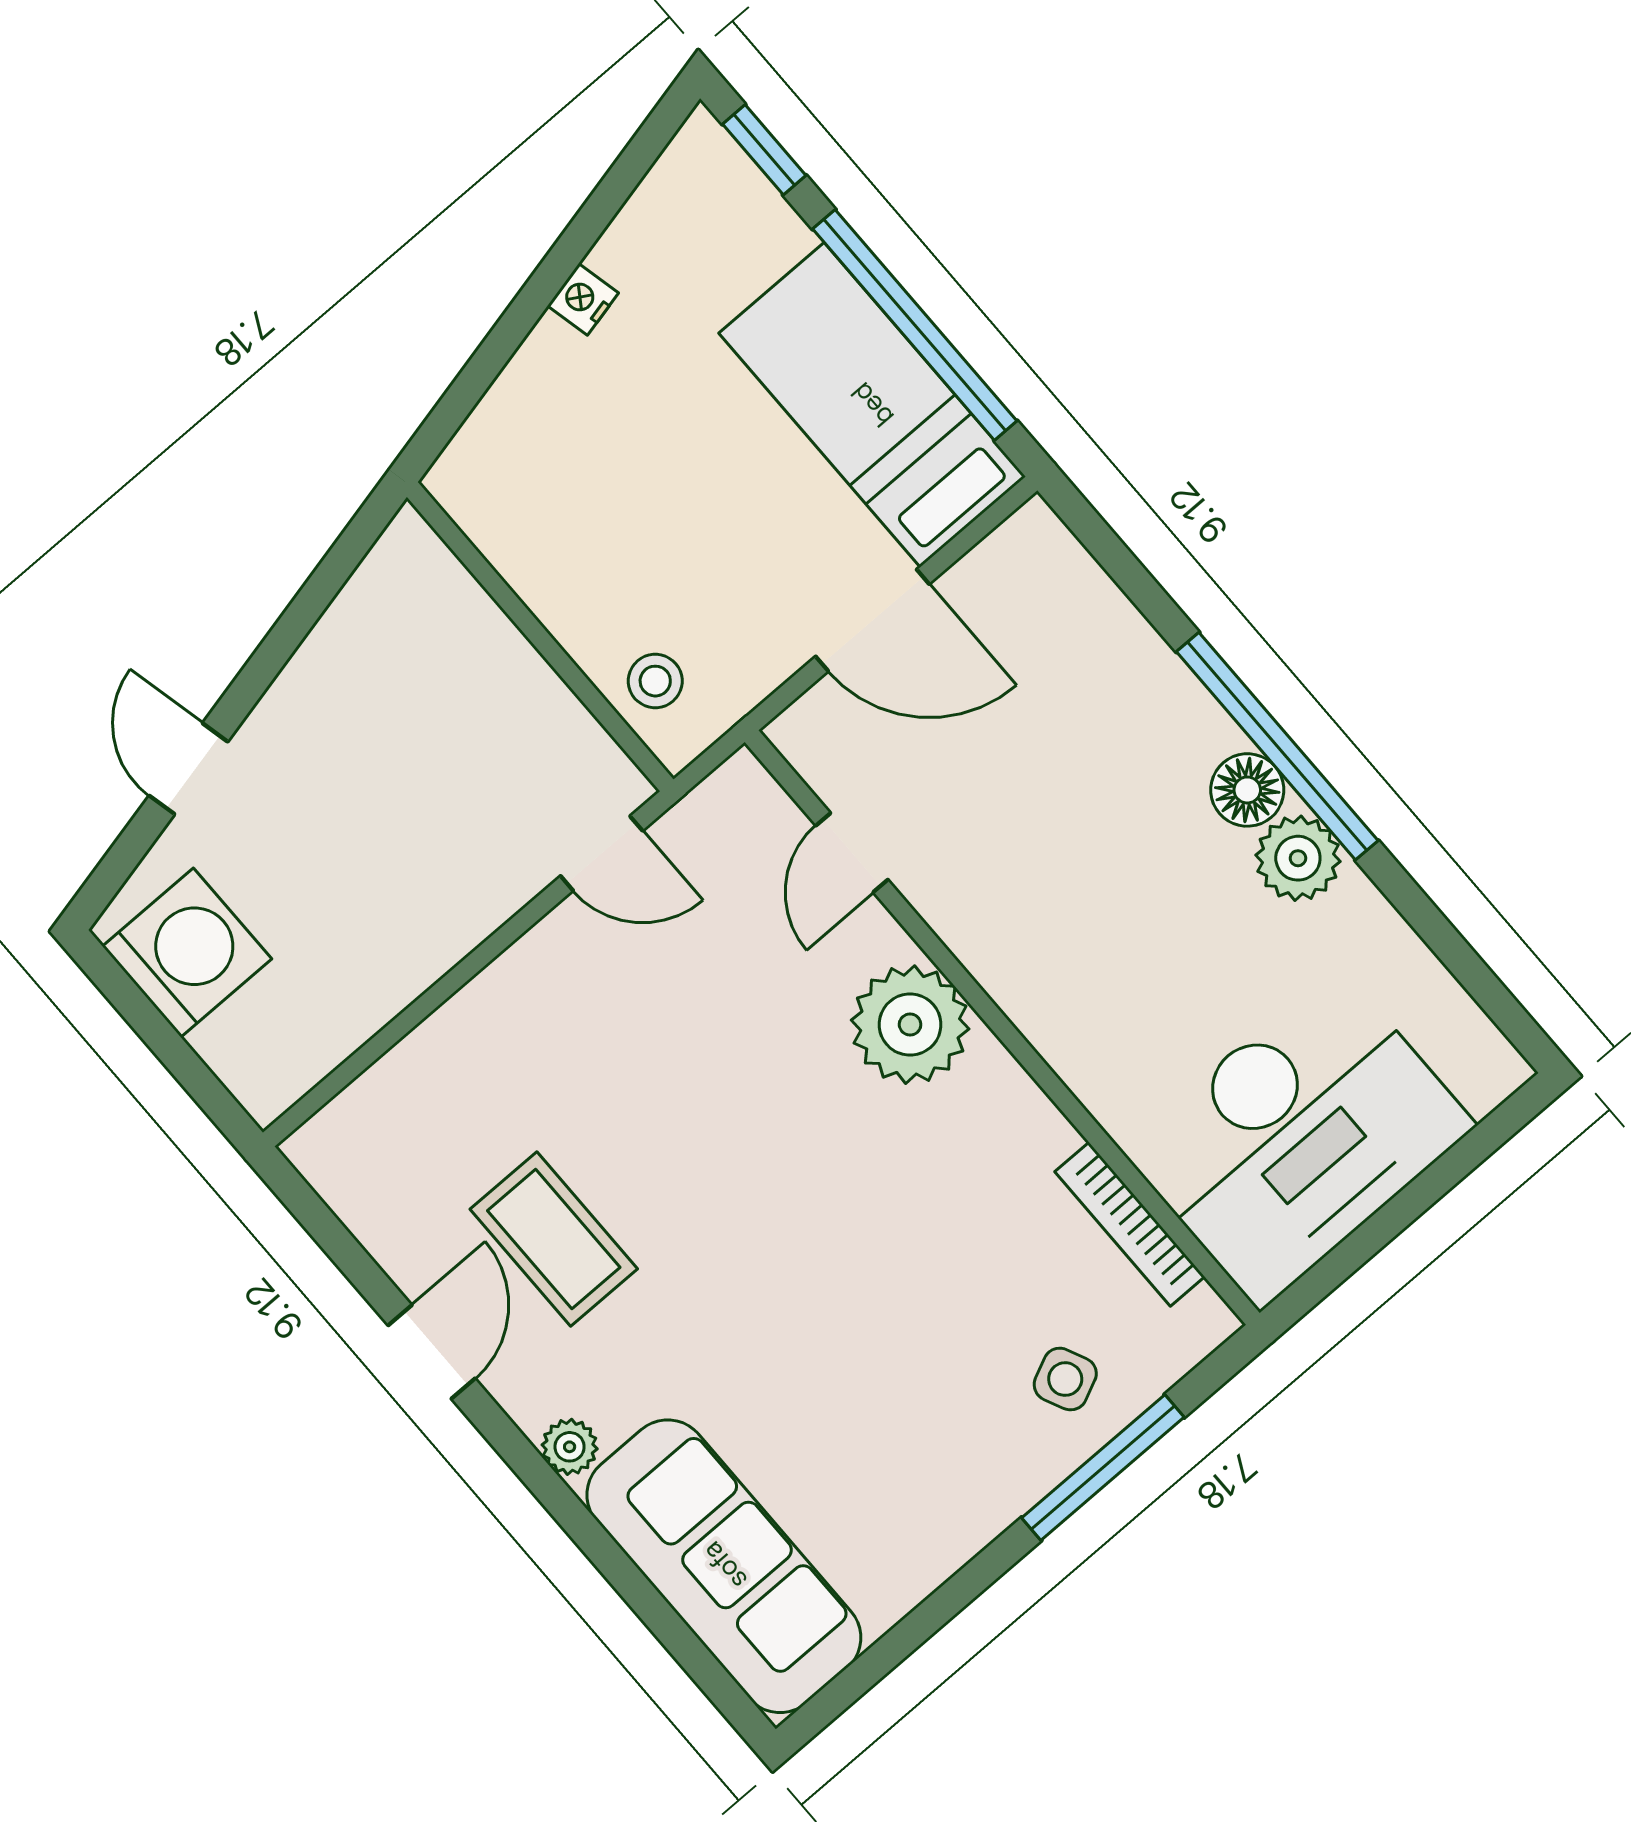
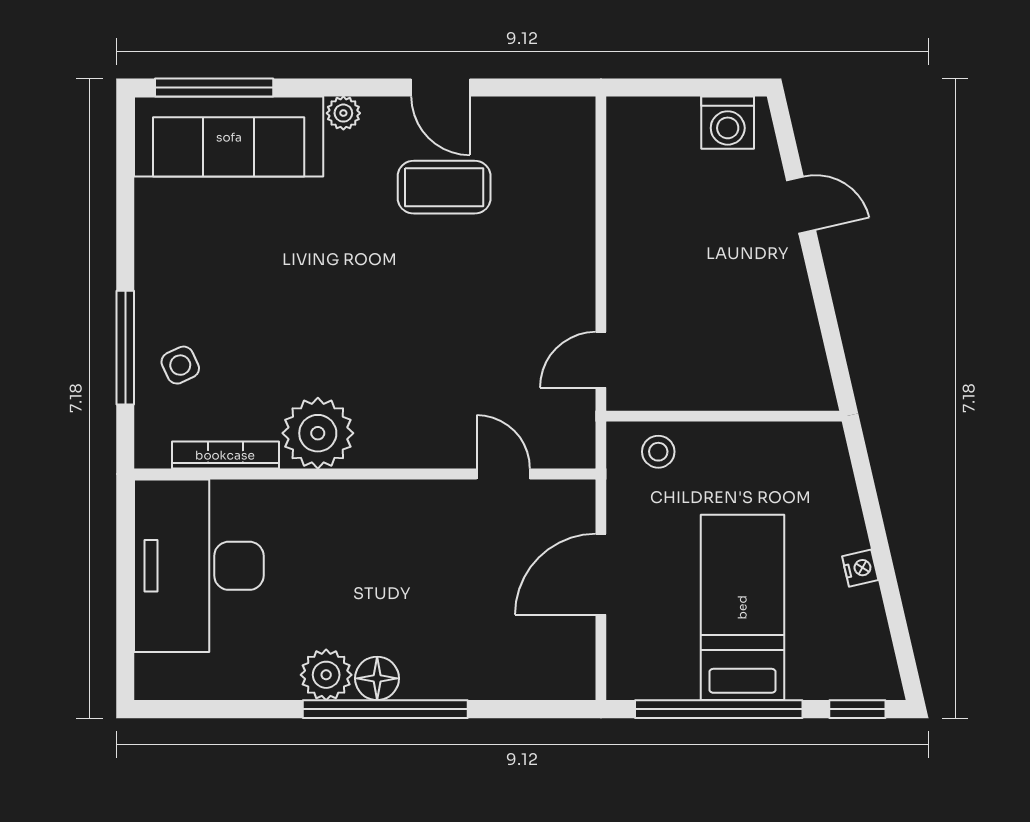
bed: (872, 405) -> (742, 607), moved, turned -90
washing machine: (187, 953) -> (728, 123), width x0.73, depth x0.73
plant: (910, 1025) -> (318, 433), moved
window: (678, 1638) -> (214, 87), added

